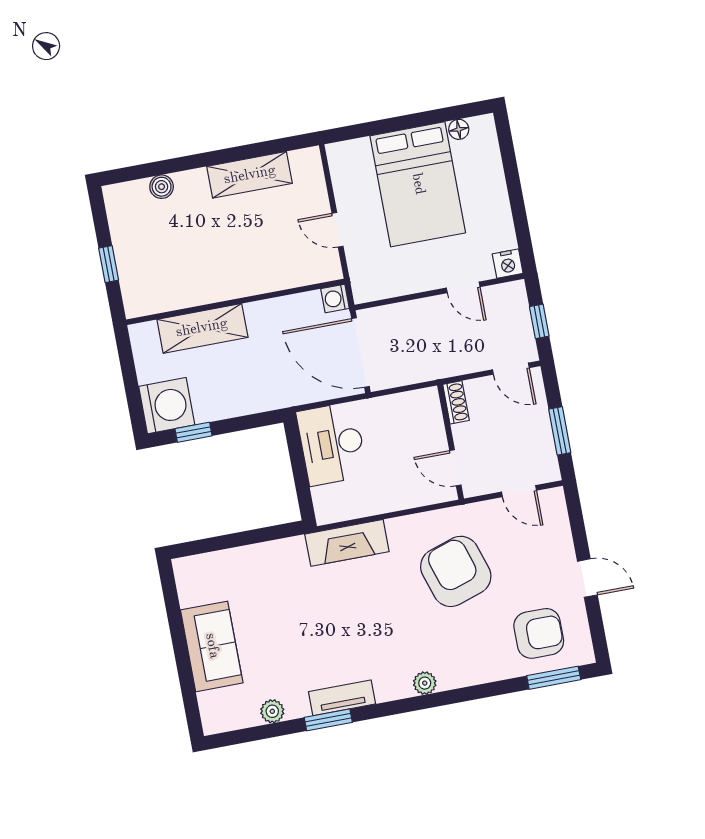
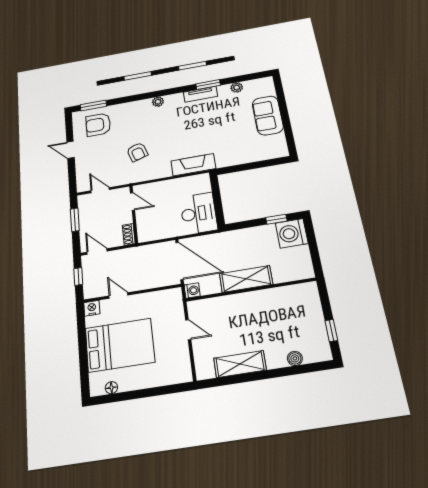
bed: (418, 184) -> (120, 345), moved, turned 90
window: (109, 264) -> (331, 330), moved
shelving: (202, 328) -> (246, 279), moved
armchair: (456, 571) -> (137, 152), width x0.53, depth x0.53

